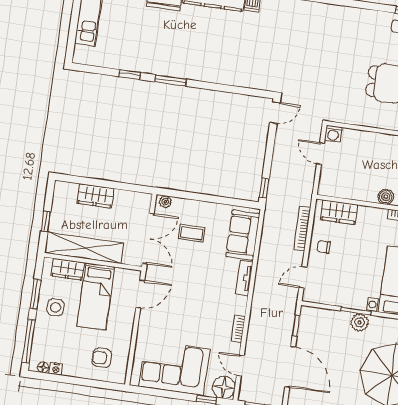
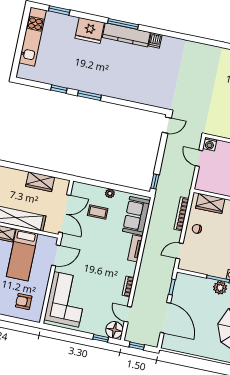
wardrobe: (96, 196) -> (40, 182), moved
plant: (165, 202) -> (110, 193), moved
corner sofa: (174, 368) -> (66, 299), moved, turned 90

